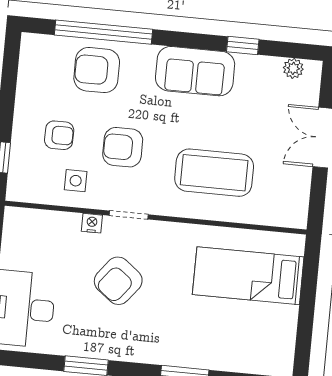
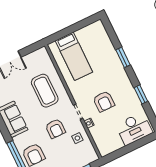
armchair: (59, 135) -> (65, 154), removed
armchair: (118, 281) -> (104, 101), turned 52

